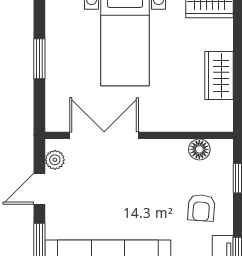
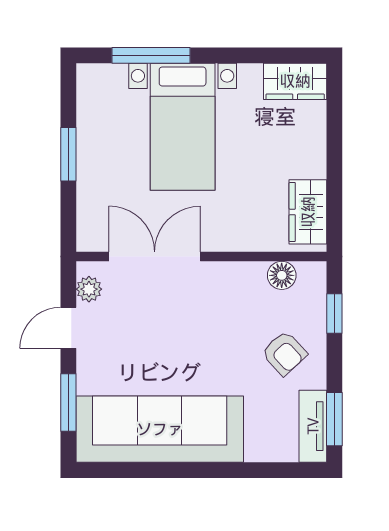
wardrobe: (219, 76) -> (308, 212), moved
armchair: (201, 208) -> (284, 353), turned -47

